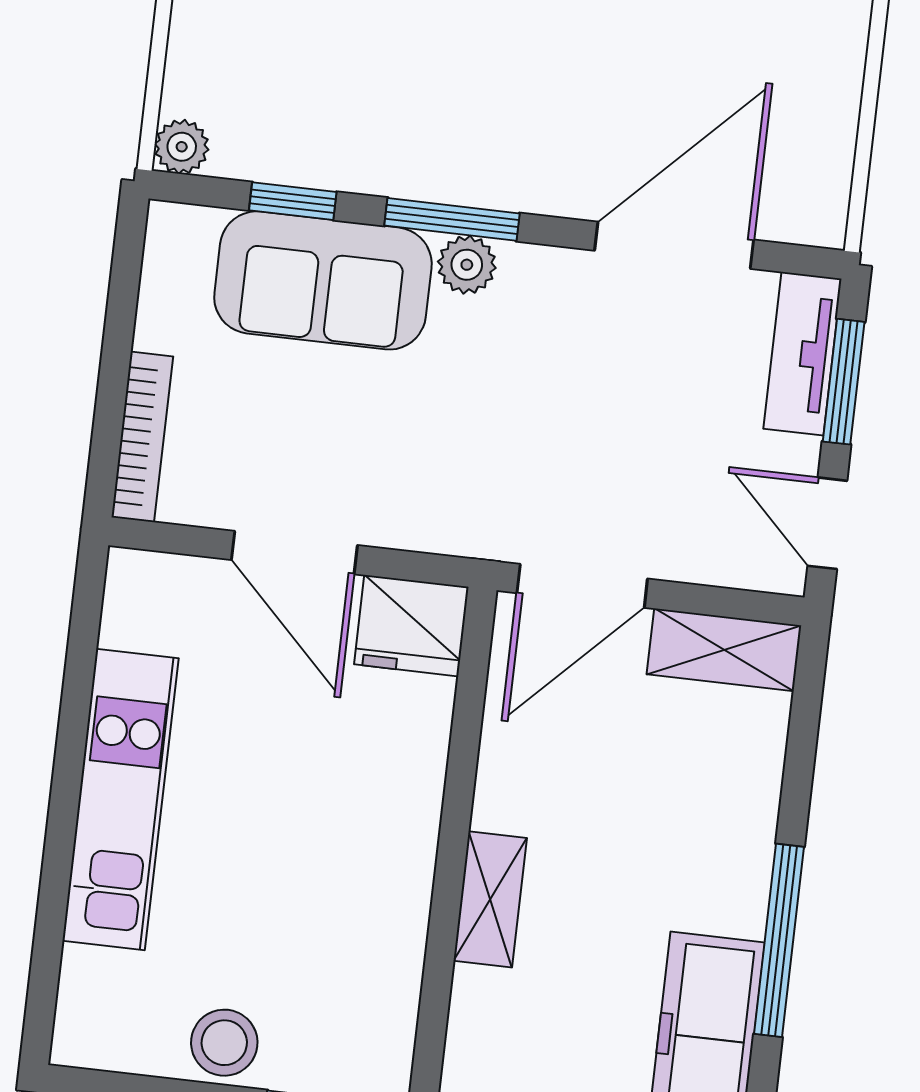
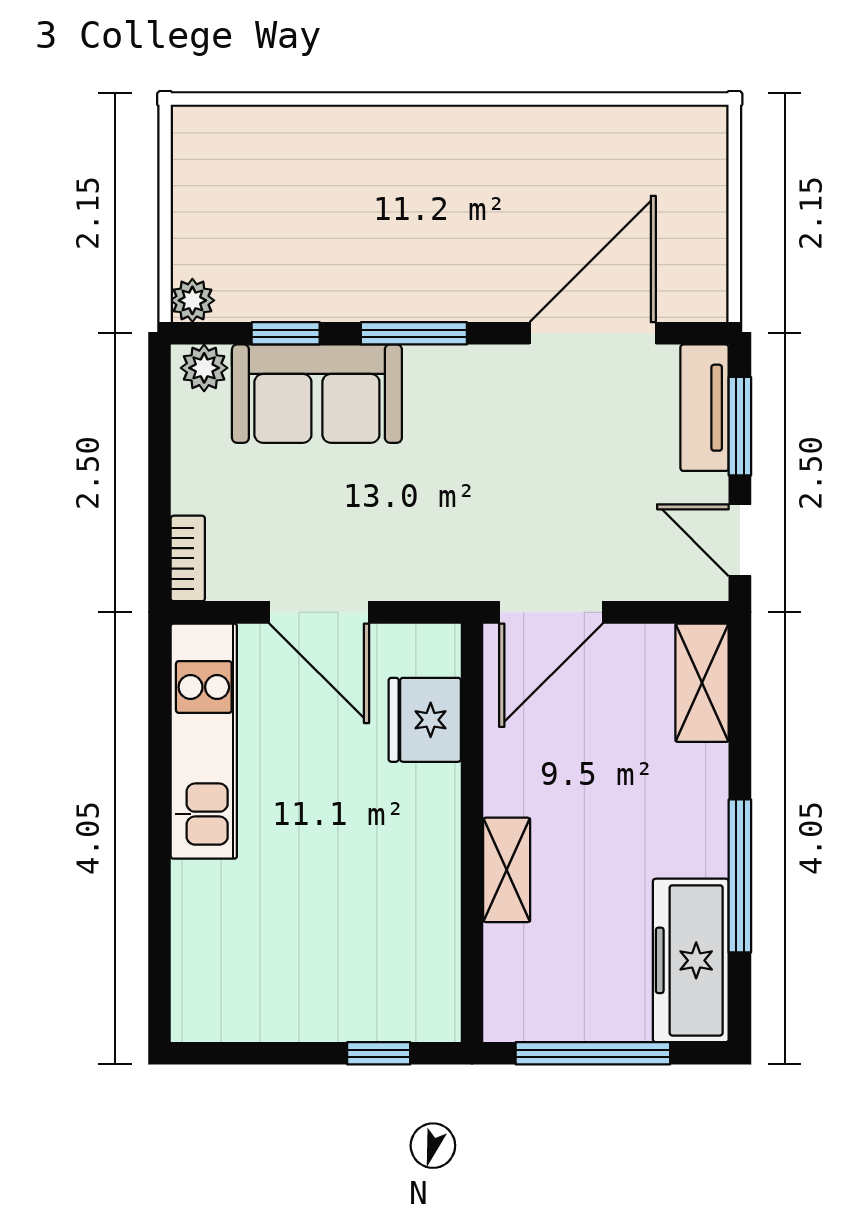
plant: (467, 265) -> (204, 368), moved
bookcase: (142, 437) -> (188, 558), width x0.64
fridge: (411, 626) -> (425, 720), moved, turned 90
shelving: (724, 650) -> (702, 683), moved, turned 90
kitchen unit: (120, 799) -> (204, 741), moved
stool: (224, 1043) -> (309, 1008), removed

